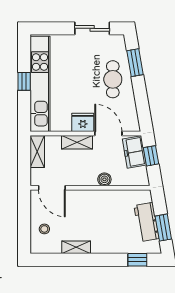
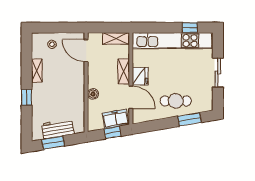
sliding door: (92, 28) -> (218, 73), moved
window: (24, 81) -> (190, 28), moved
door: (108, 134) -> (131, 97), hinge flipped
door: (52, 188) -> (86, 51), hinge flipped
window: (137, 260) -> (27, 97), moved

